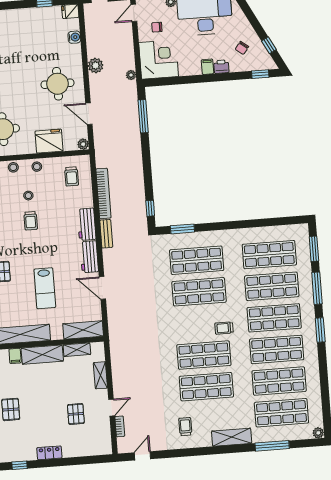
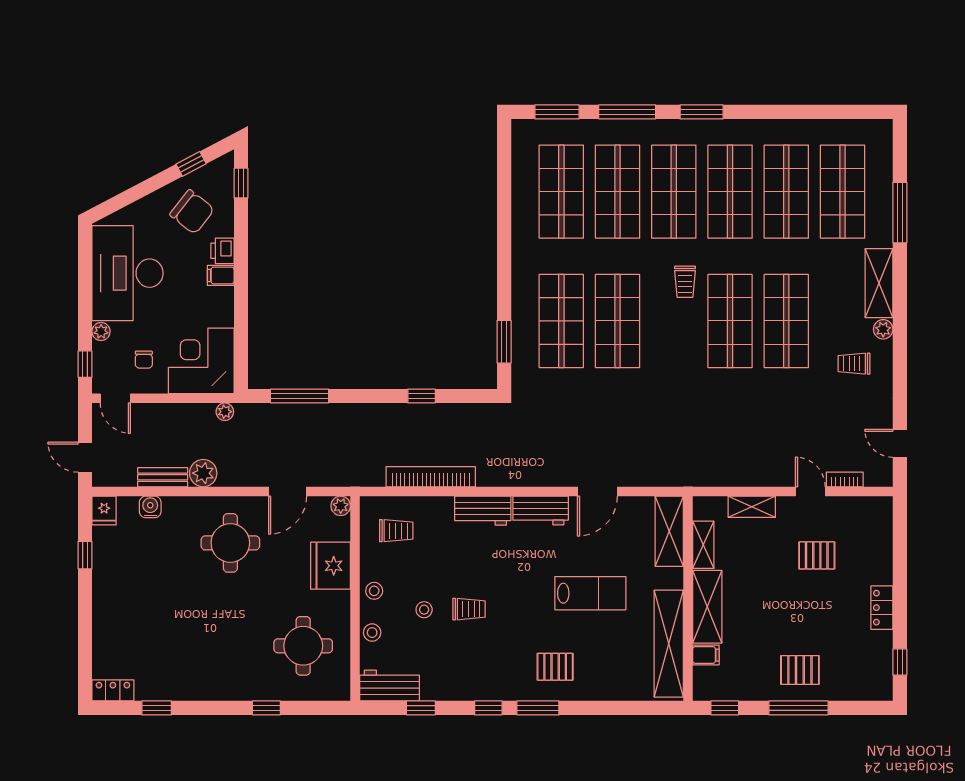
chair: (242, 48) -> (192, 212), width x1.87, depth x1.87
window: (150, 208) -> (422, 396), moved
bench: (106, 234) -> (163, 477), moved
plant: (318, 433) -> (883, 329), moved

